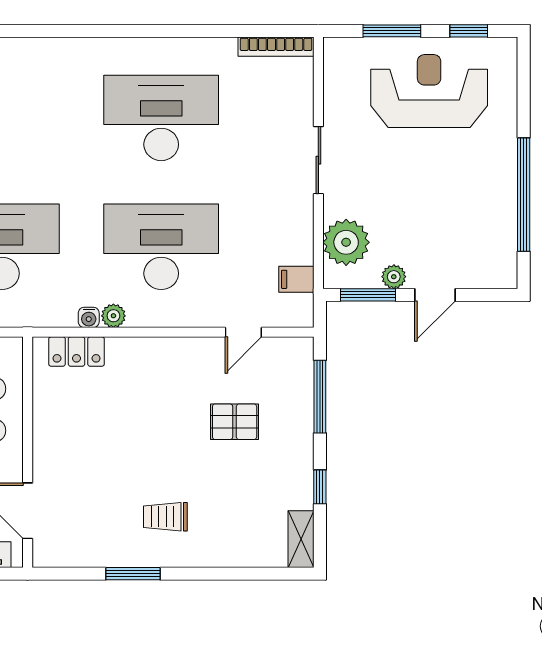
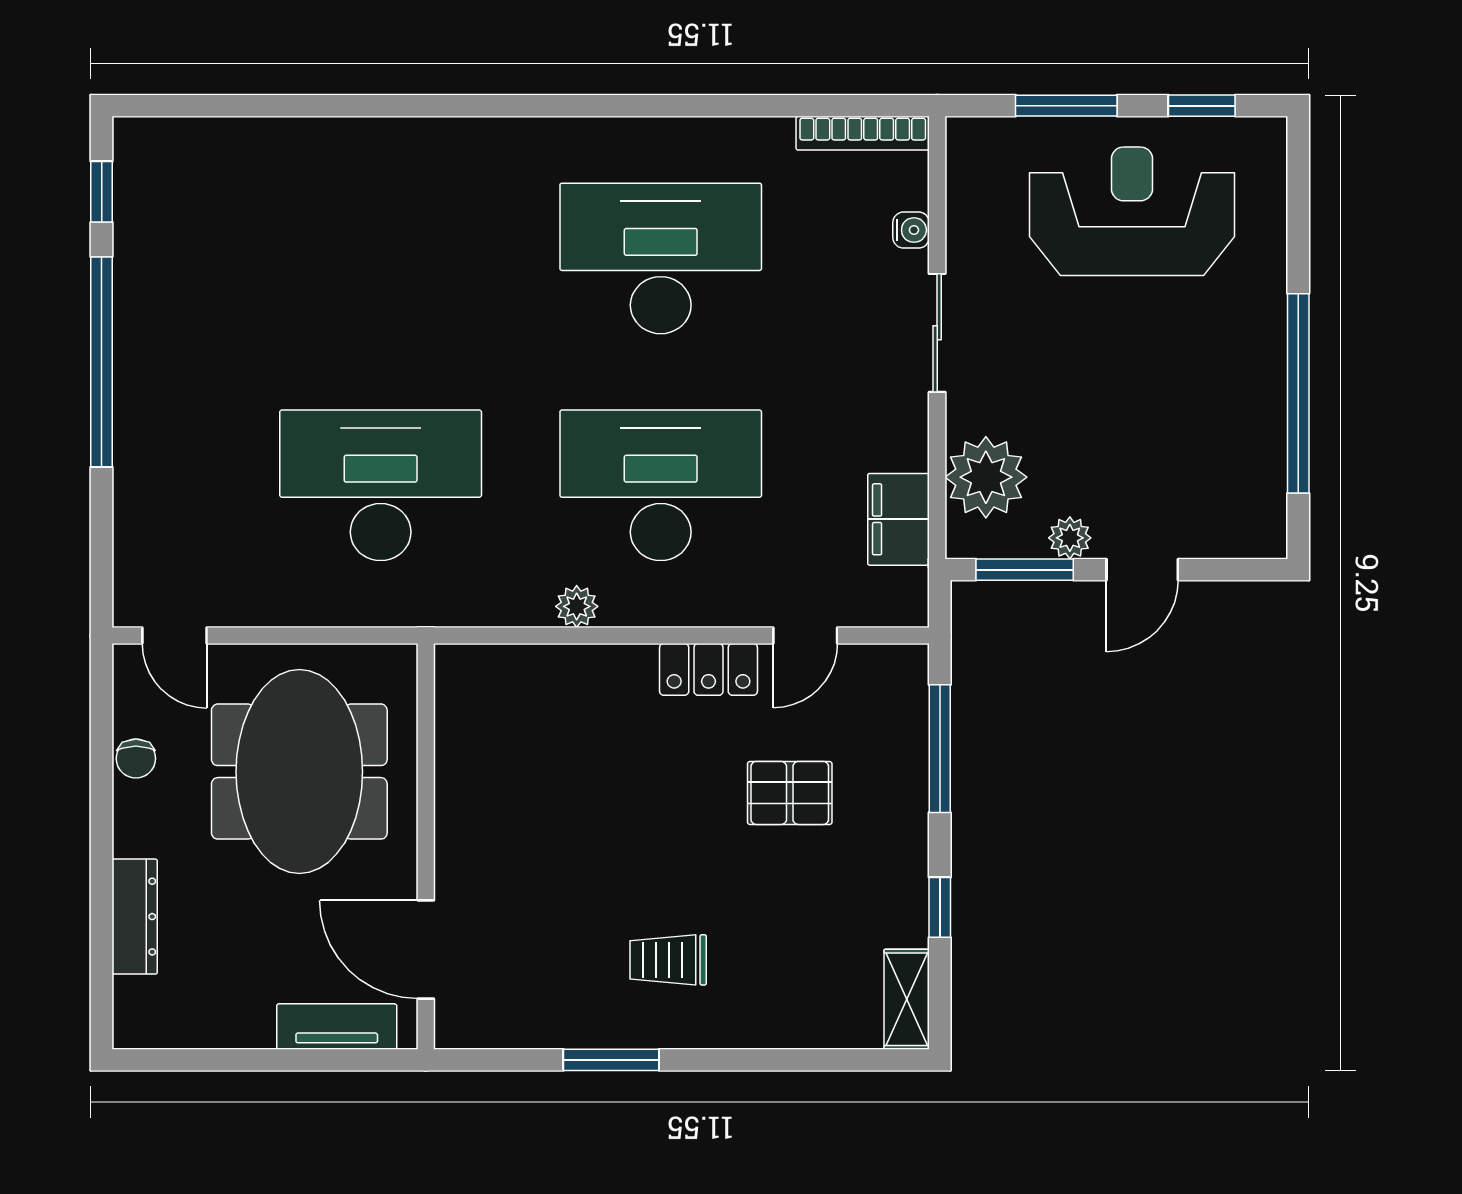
filing cabinet: (296, 279) -> (899, 519), width x2.00
water cooler: (89, 317) -> (911, 230), moved, turned -90
locker: (76, 352) -> (708, 669), moved

